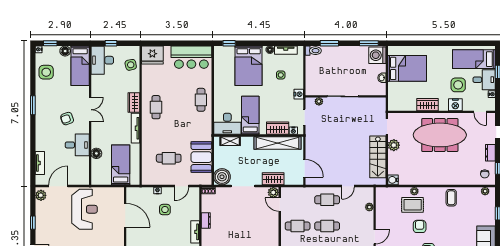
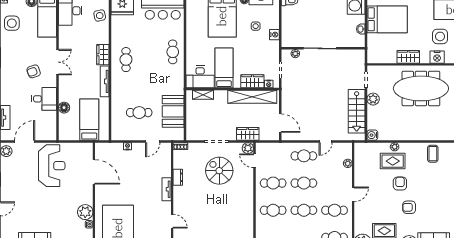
nightstand: (299, 94) -> (274, 35), moved
boiler: (222, 177) -> (195, 132), removed
side table: (165, 210) -> (135, 166), removed
spiral stairs: (246, 214) -> (219, 171), added

